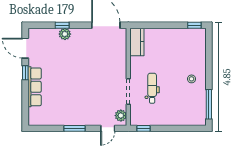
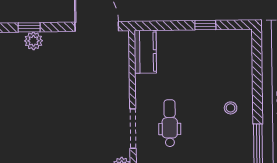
window: (194, 25) -> (205, 25), moved

